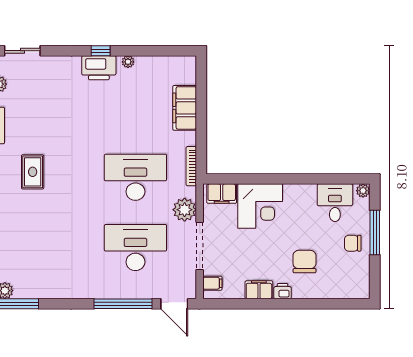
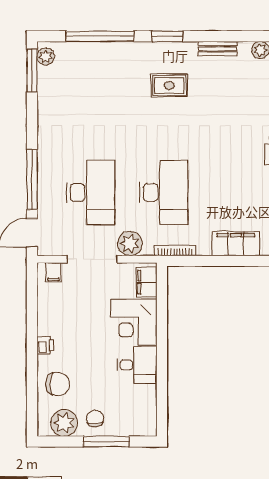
plant: (363, 191) -> (64, 423), moved, width x1.88, depth x1.88
desk: (335, 203) -> (137, 365), moved
chair: (304, 262) -> (58, 384), moved
filing cabinet: (259, 290) -> (47, 321), removed

